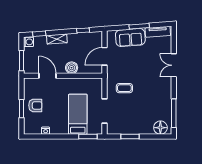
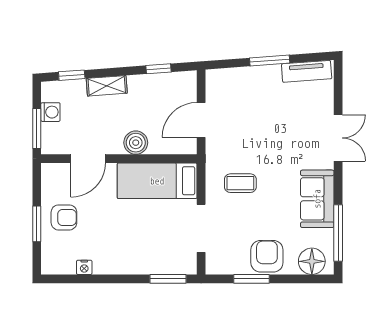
sofa: (130, 37) -> (317, 199), moved, turned 94
washing machine: (29, 42) -> (50, 112), moved
double door: (174, 65) -> (338, 138), swing flipped
door: (47, 76) -> (88, 159), swing flipped
bed: (78, 114) -> (157, 181), moved, turned -90
armchair: (138, 125) -> (267, 256), added

